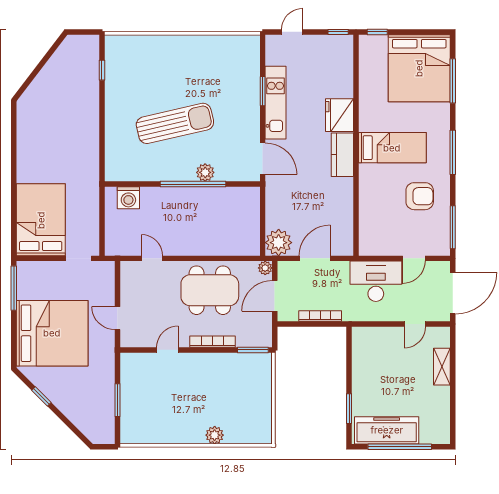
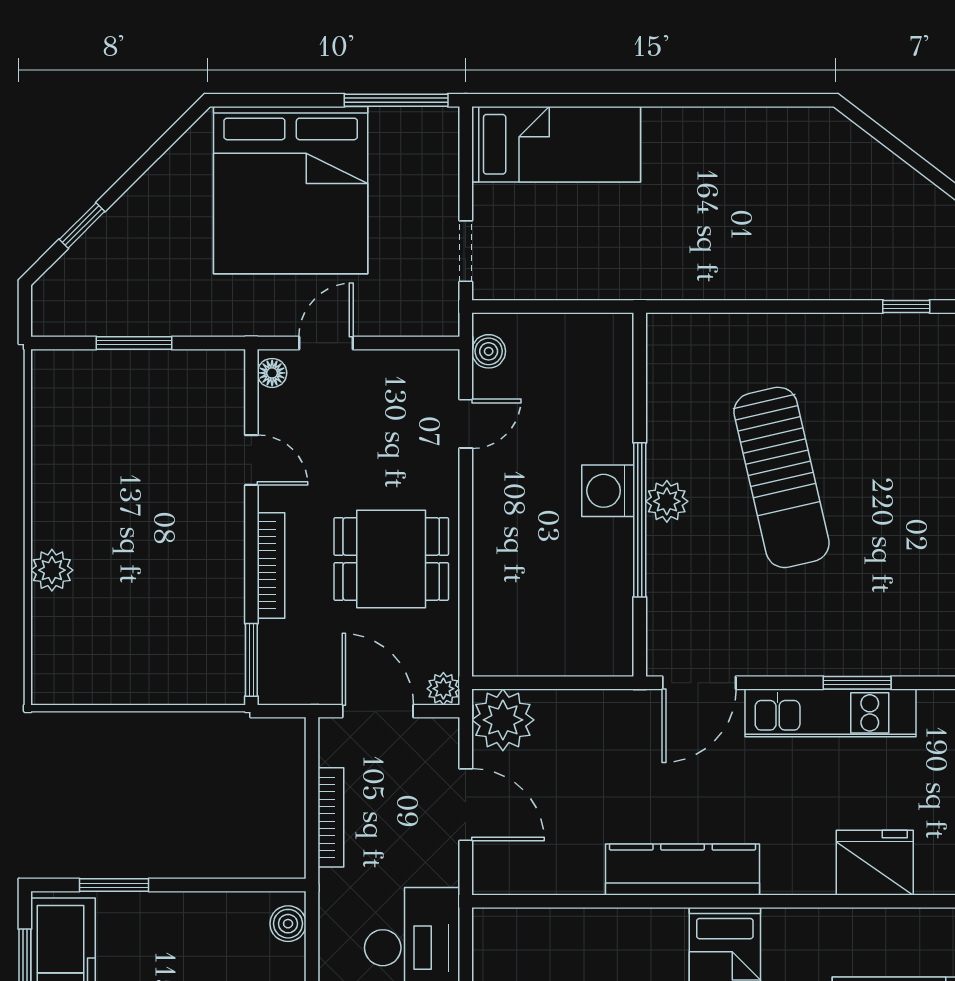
fridge: (339, 115) -> (875, 863), moved
kitchen counter: (342, 155) -> (683, 870), width x1.50
plant: (205, 172) -> (667, 501), moved
washing machine: (128, 198) -> (608, 491), moved
bed: (41, 220) -> (556, 144), width x0.67
boiler: (121, 249) -> (489, 351), added
dining table: (210, 290) -> (391, 559), width x0.73
boiler: (366, 334) -> (288, 924), added
floor lamp: (130, 341) -> (272, 373), added
window: (41, 396) -> (82, 225), moved

